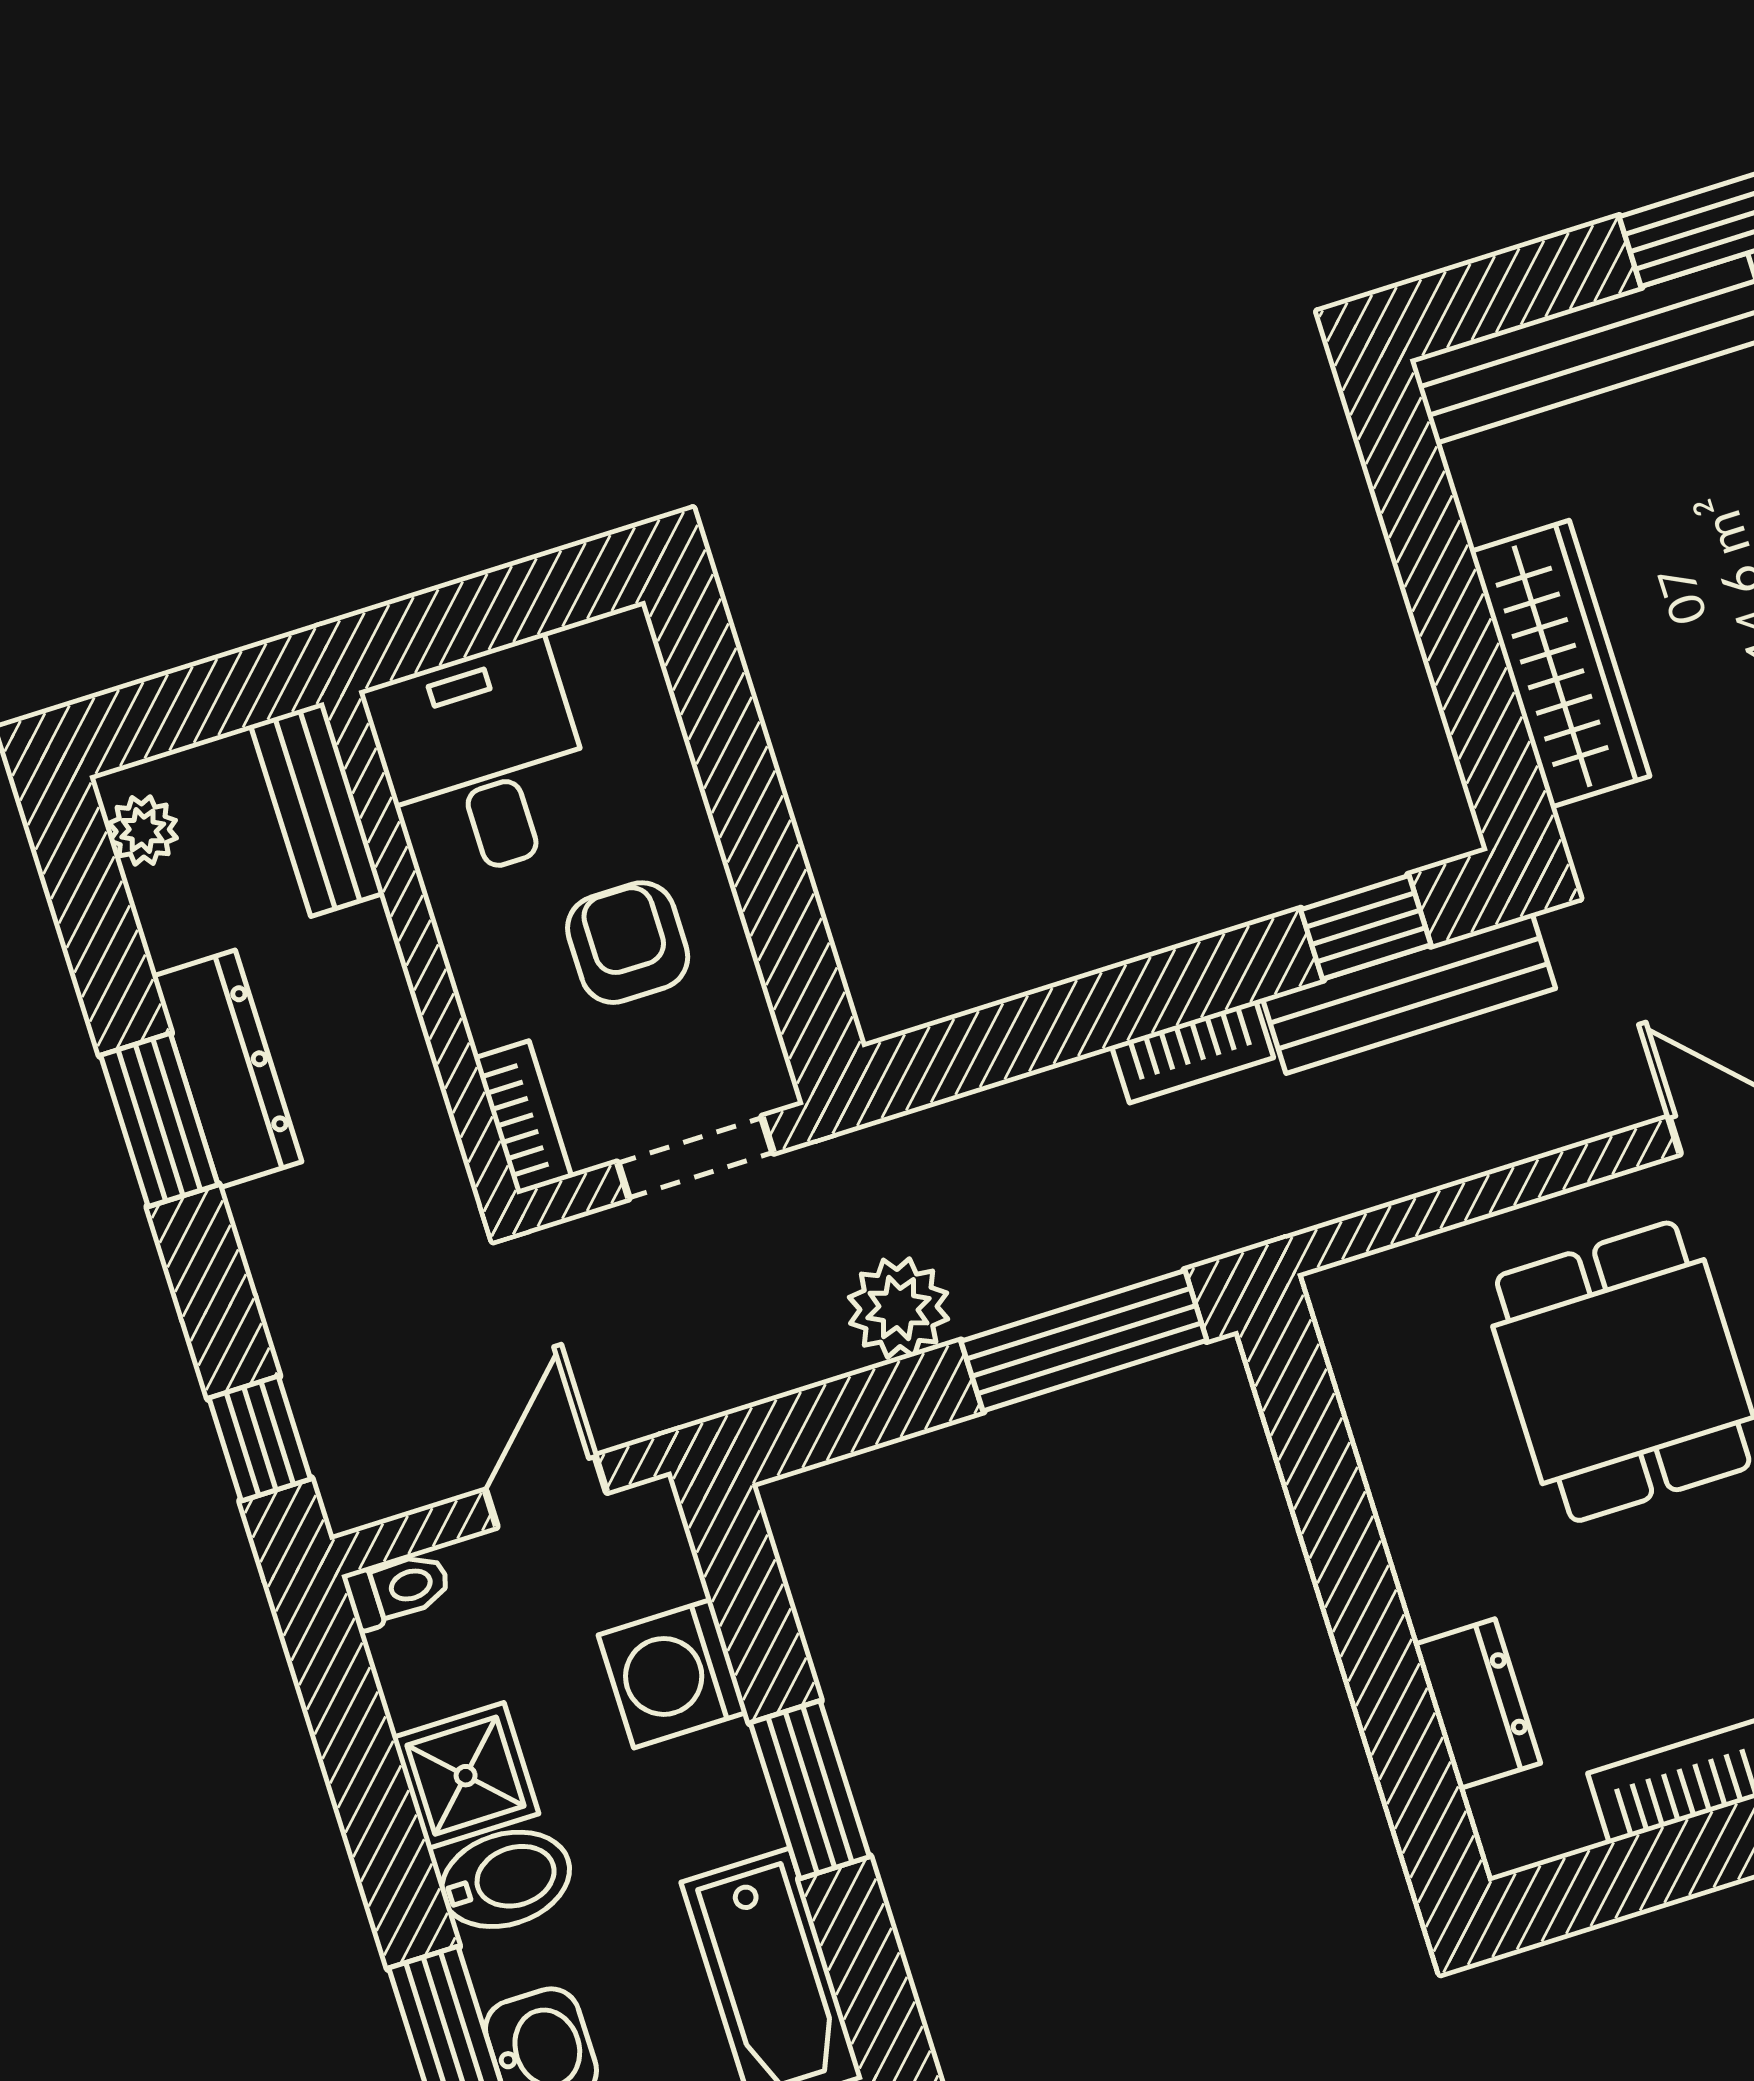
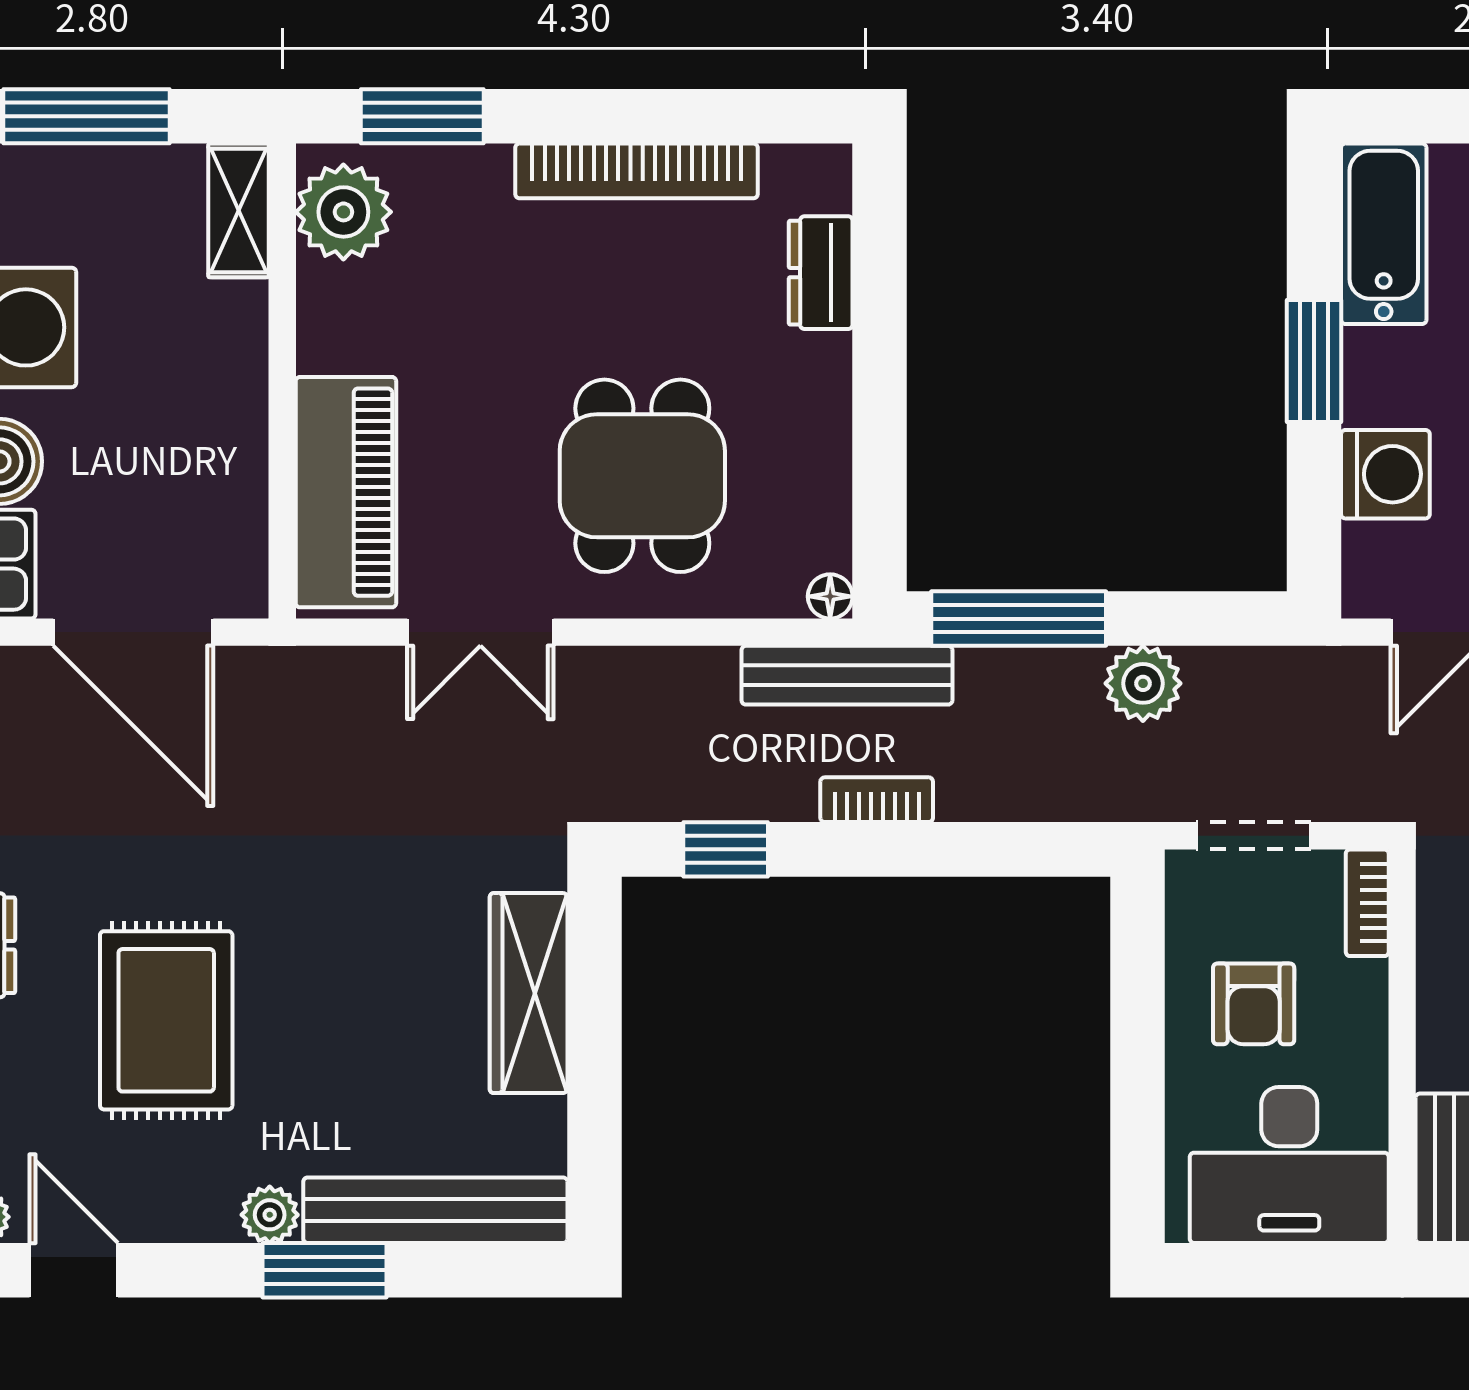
desk: (482, 762) -> (1289, 1165), width x1.37
bench: (1409, 993) -> (847, 675), moved
floor lamp: (1334, 1293) -> (830, 596), added

